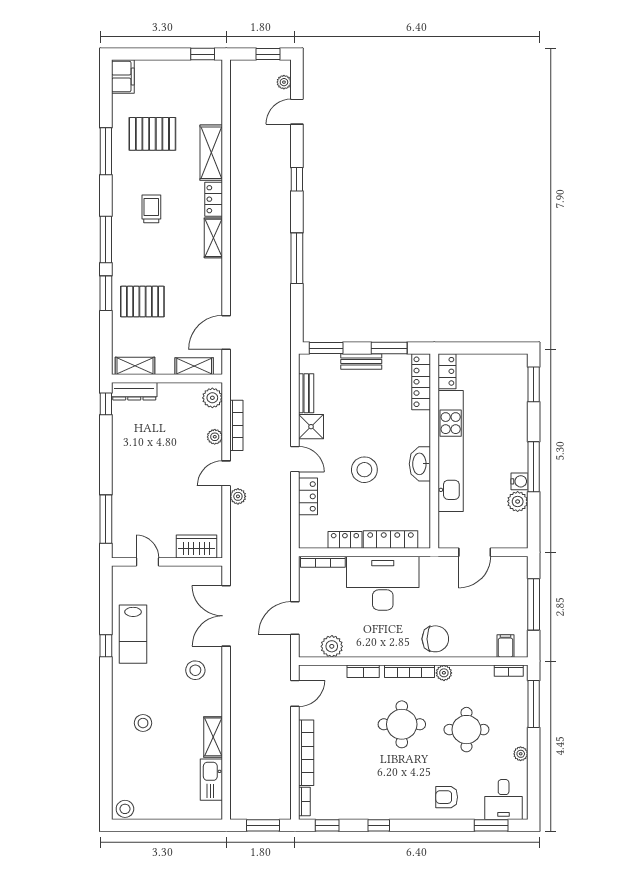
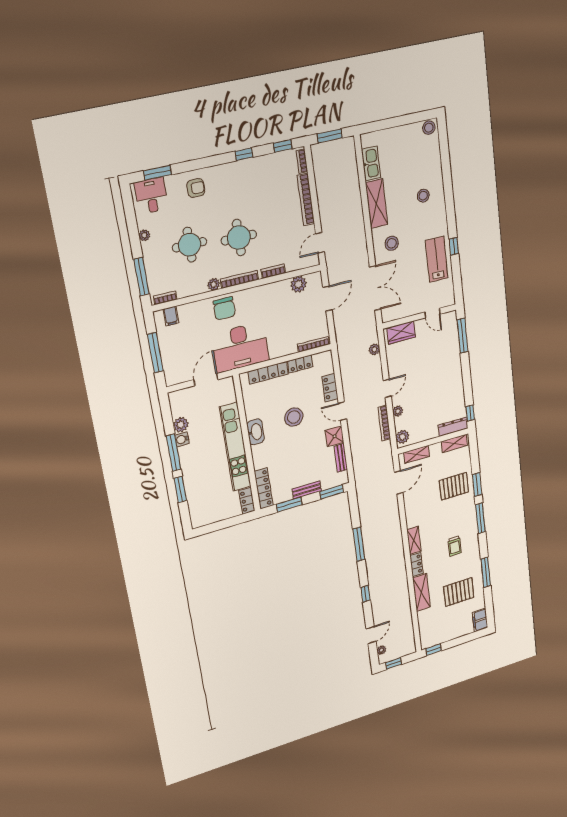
window: (534, 384) -> (180, 489), moved
plant: (238, 496) -> (374, 349), moved
desk: (383, 583) -> (240, 347), moved
chair: (435, 639) -> (224, 308), turned -90
shelving: (213, 737) -> (377, 204), width x1.50, depth x1.33

